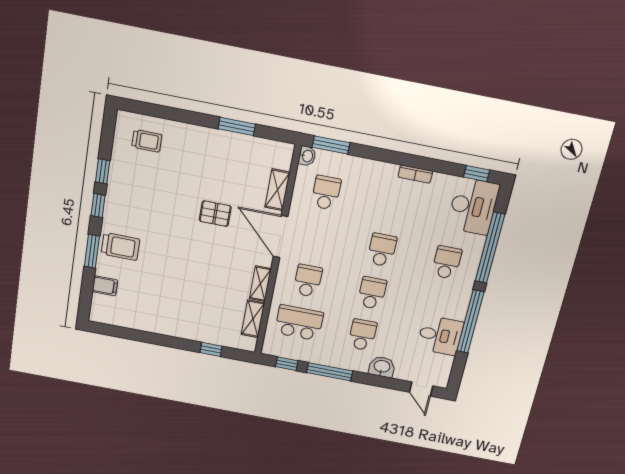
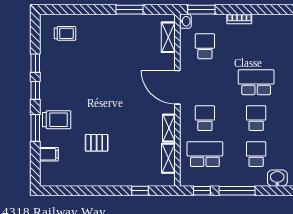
bookcase: (415, 174) -> (239, 19), moved
shelving: (277, 190) -> (168, 37), moved
pallet: (215, 214) -> (97, 143), moved
school desk: (382, 250) -> (256, 82), width x1.85

